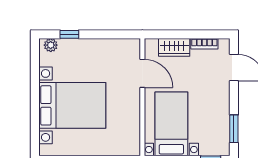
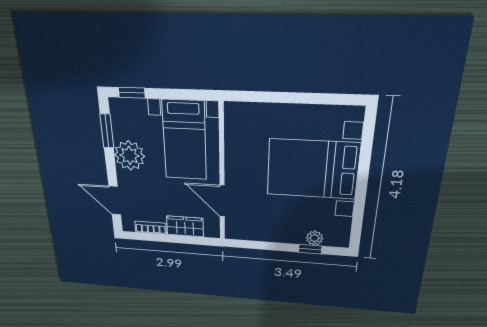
plant: (51, 45) -> (315, 238), moved
plant: (217, 109) -> (130, 156), added

